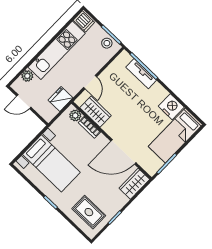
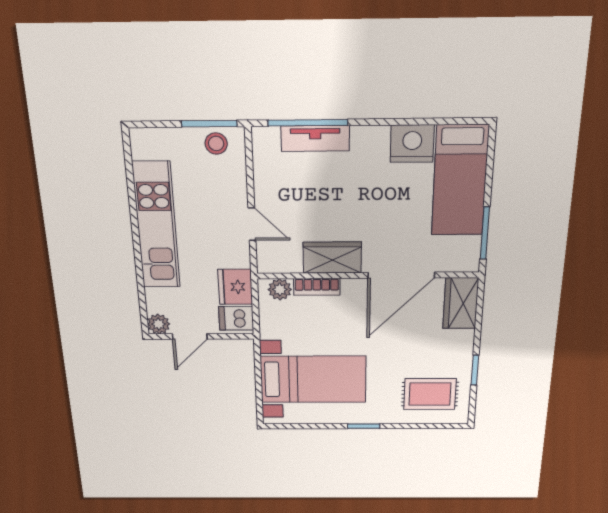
dishwasher: (84, 21) -> (236, 318), moved, turned 180
plant: (27, 76) -> (159, 324), moved
wardrobe: (96, 112) -> (332, 258), moved

